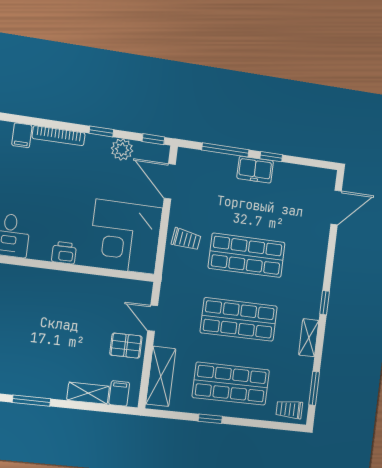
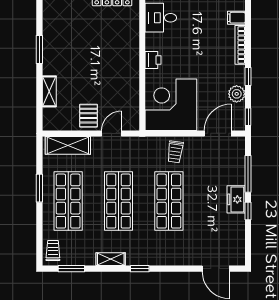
filing cabinet: (119, 393) -> (52, 115), removed
window: (210, 419) -> (39, 188), width x1.50

